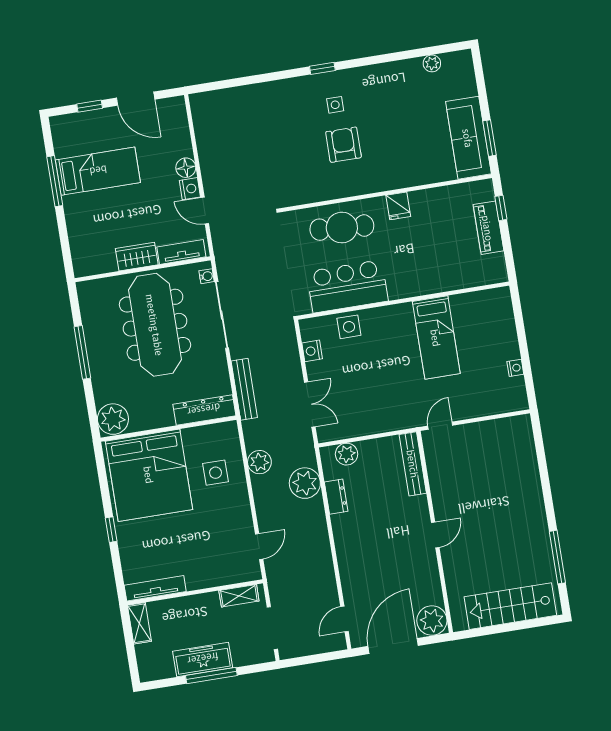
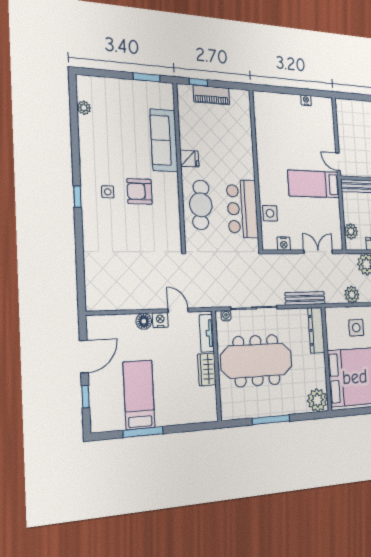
sofa: (468, 138) -> (164, 140), moved, turned 90
door: (205, 211) -> (178, 310), swing flipped
bed: (436, 338) -> (314, 184), moved, turned 180

